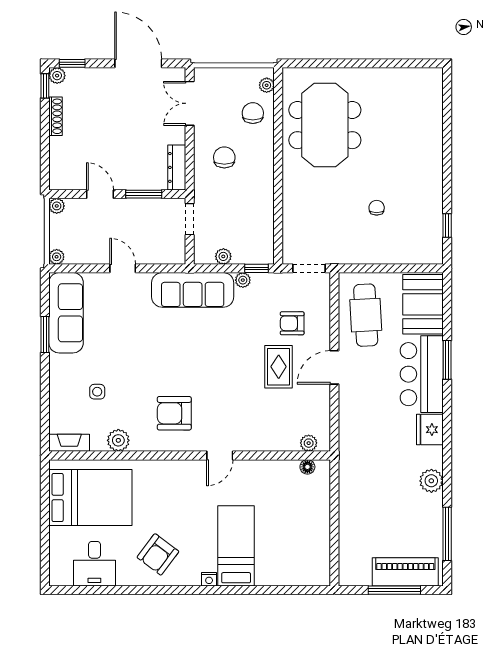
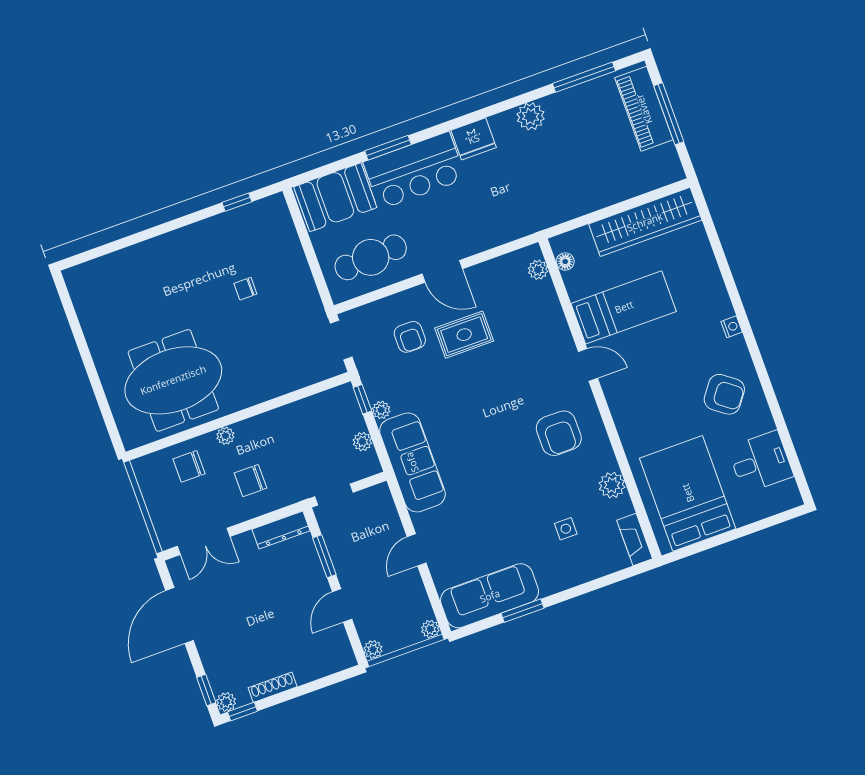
plant: (267, 85) -> (225, 436), moved
wardrobe: (316, 541) -> (645, 222), added
bed: (236, 546) -> (624, 307), moved, turned 180

